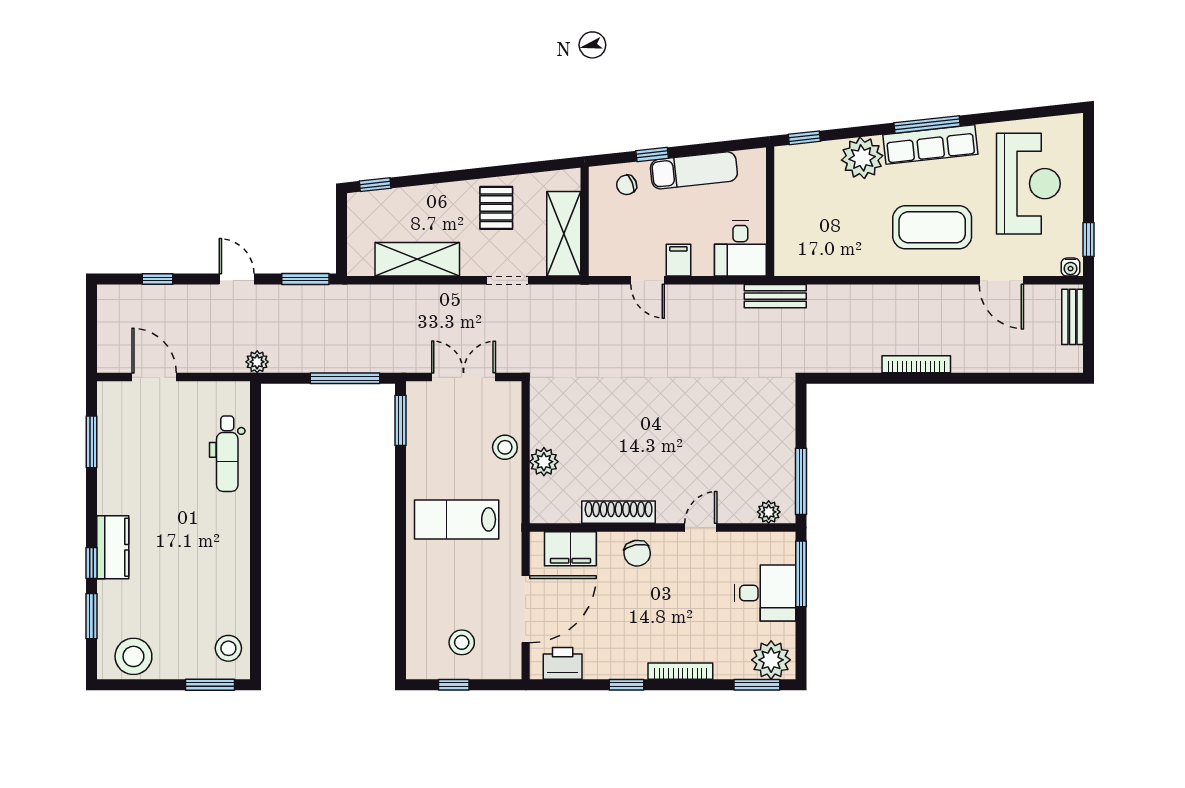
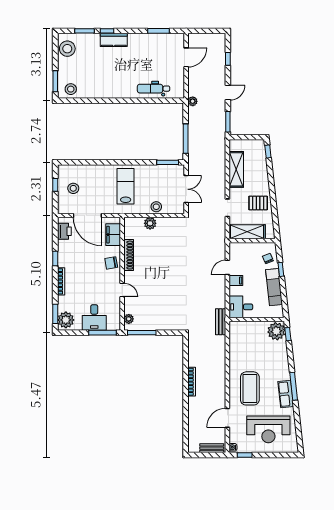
row of seats: (930, 145) -> (286, 394), width x0.68
plant: (862, 158) -> (276, 331), moved

